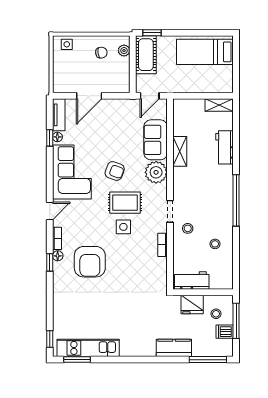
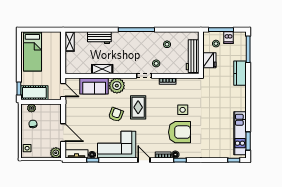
plant: (60, 85) -> (56, 153), added
side table: (123, 227) -> (183, 110), moved
workbench: (192, 280) -> (193, 56), width x1.38

